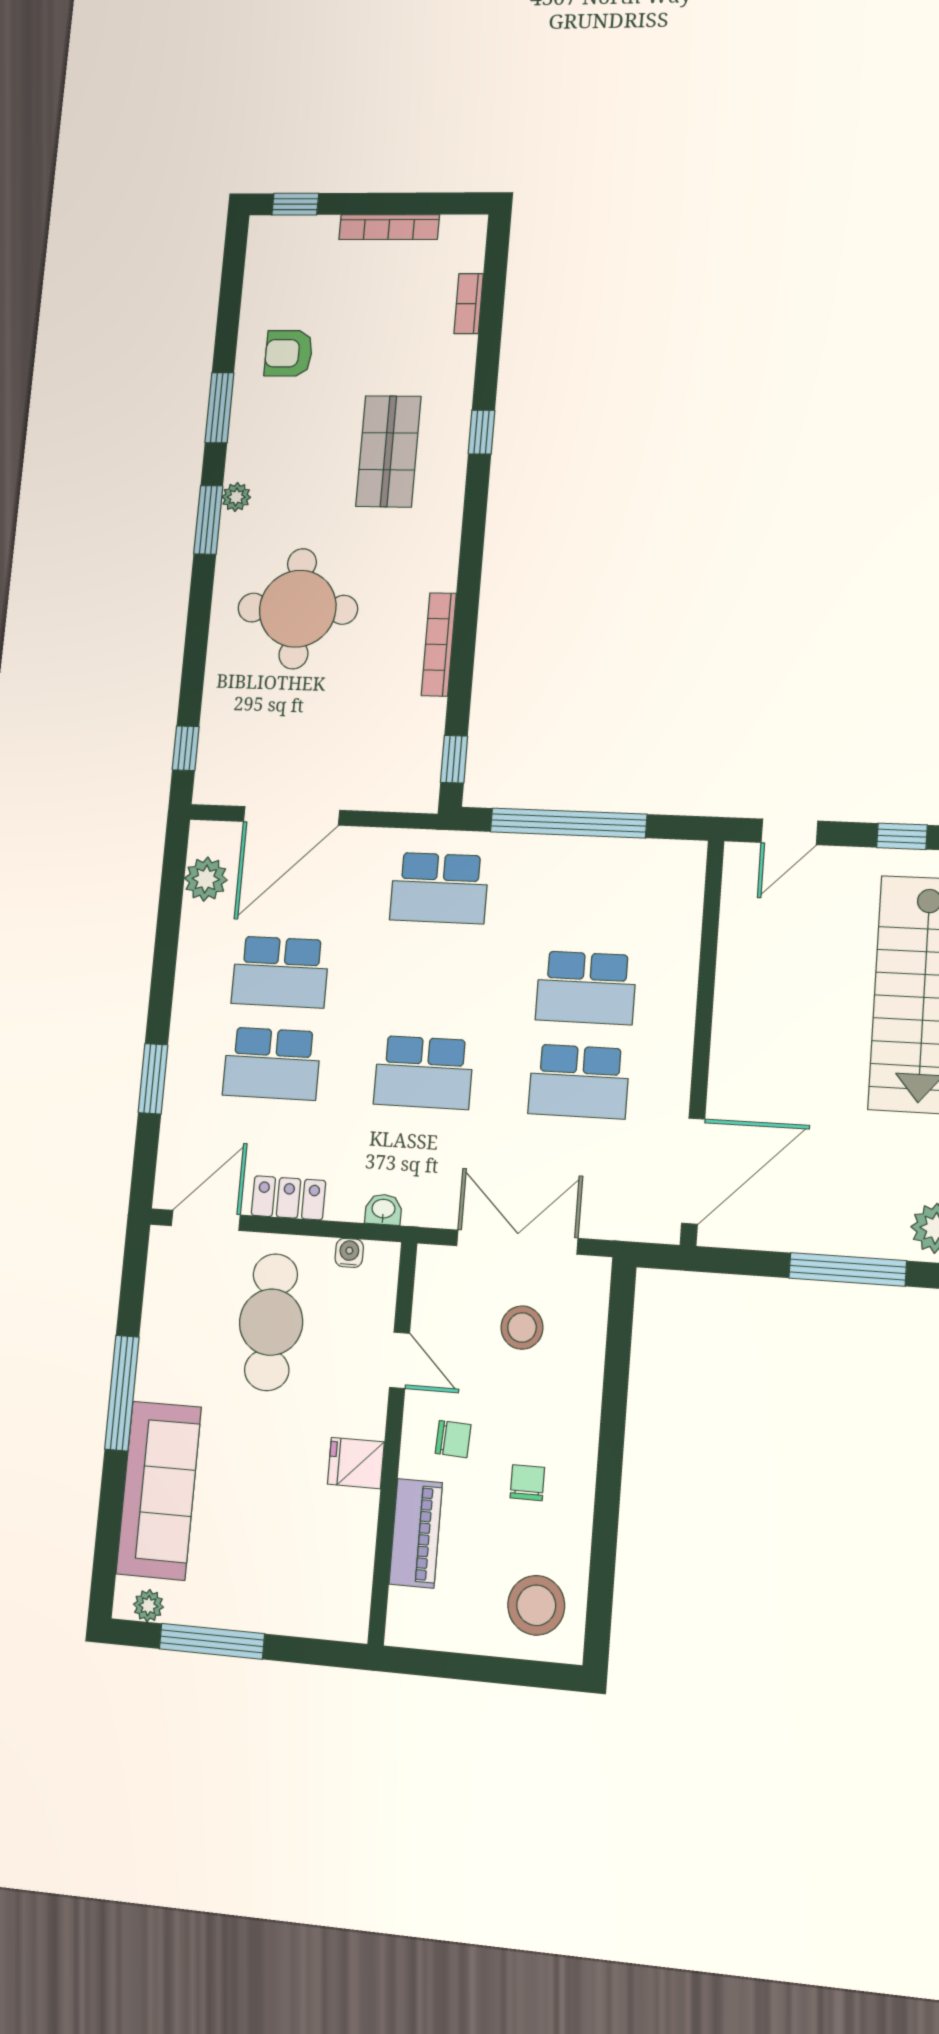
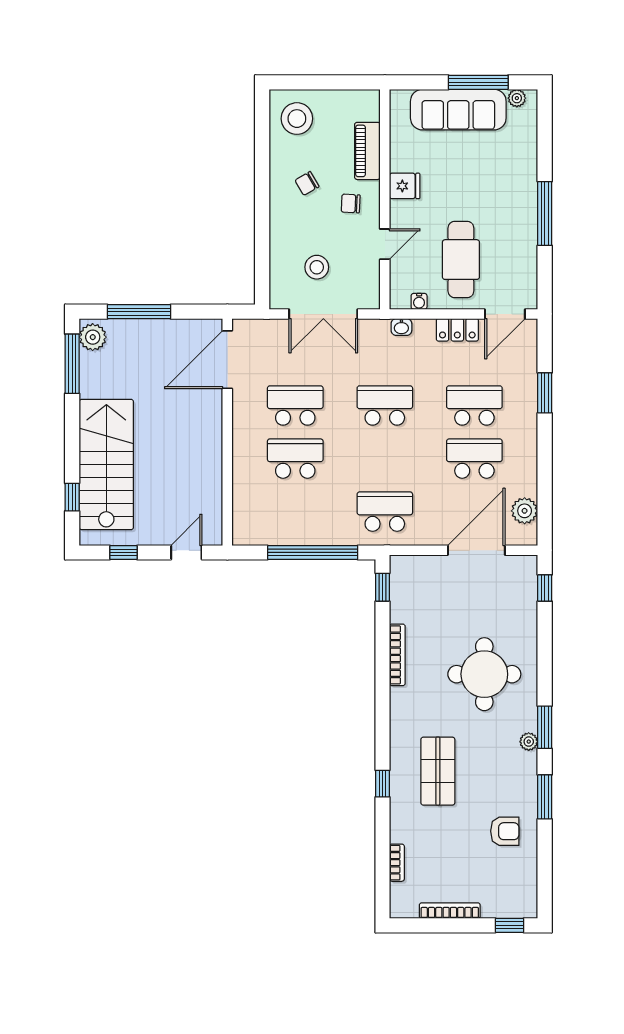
door: (399, 1360) -> (385, 244), swing flipped
chair: (527, 1483) -> (307, 183), turned 60
sofa: (159, 1490) -> (458, 110), moved, turned -90

